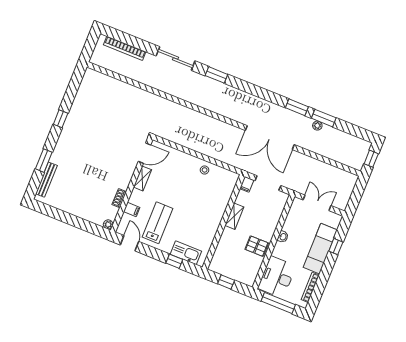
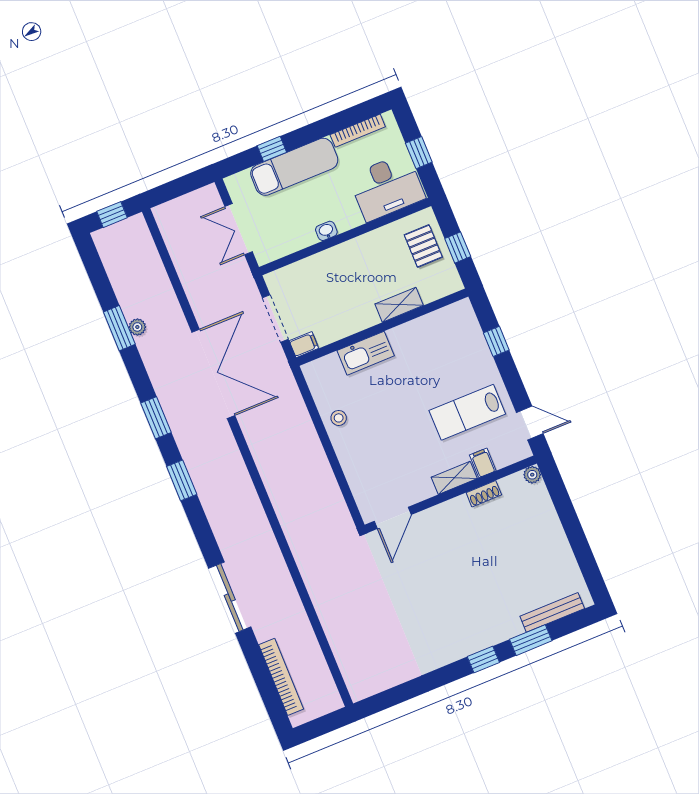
window: (216, 75) -> (182, 480), moved
window: (297, 107) -> (156, 418), moved
window: (61, 119) -> (483, 659), moved
door: (144, 153) -> (393, 518), swing flipped
shelving: (142, 178) -> (454, 478), moved
shelving: (234, 216) -> (399, 305), moved
door: (129, 243) -> (530, 423), swing flipped
pallet: (257, 246) -> (423, 246), moved
kitchen sink: (186, 253) -> (366, 353), moved, turned -90
window: (278, 303) -> (419, 153), width x0.46

